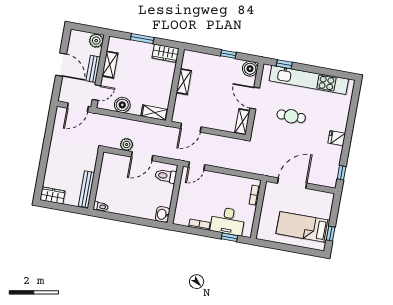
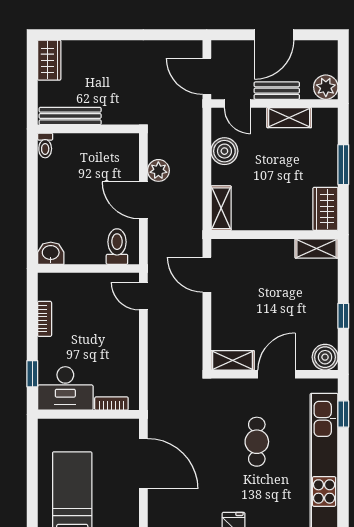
shelving: (184, 82) -> (316, 249), moved
desk: (228, 221) -> (65, 388), moved, turned -90

